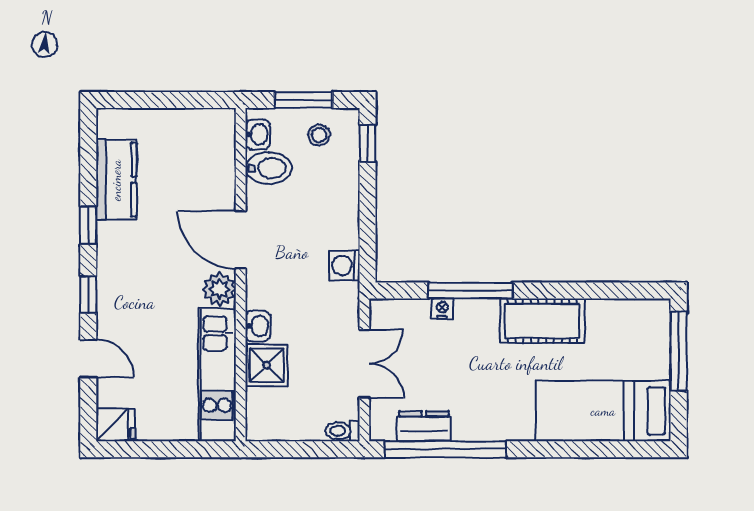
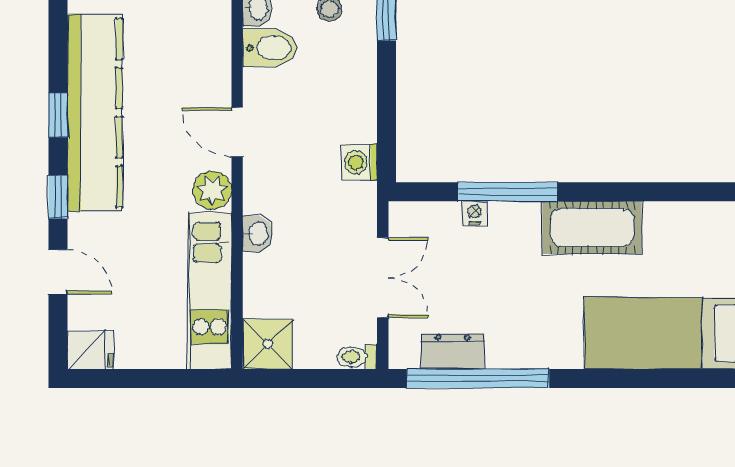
kitchen counter: (116, 180) -> (95, 113), width x2.08, depth x1.17
door: (241, 240) -> (237, 132), width x0.73
shower: (267, 365) -> (268, 344), moved

